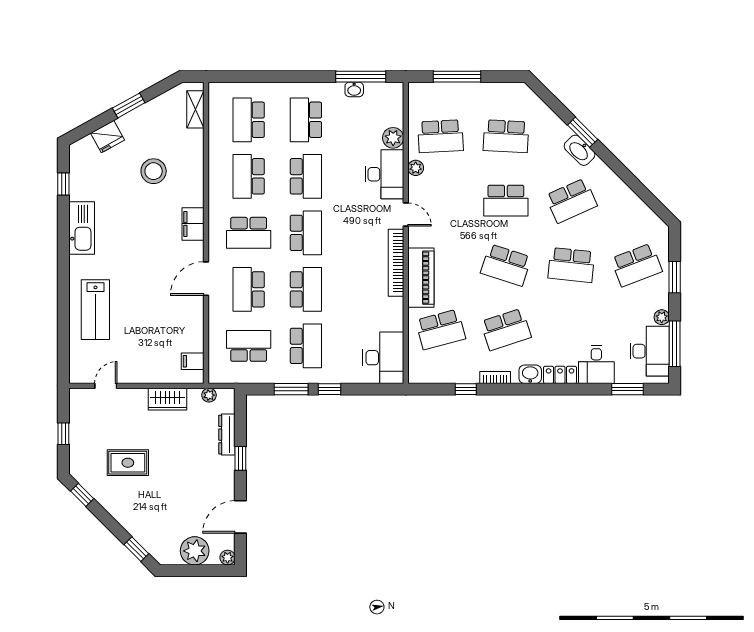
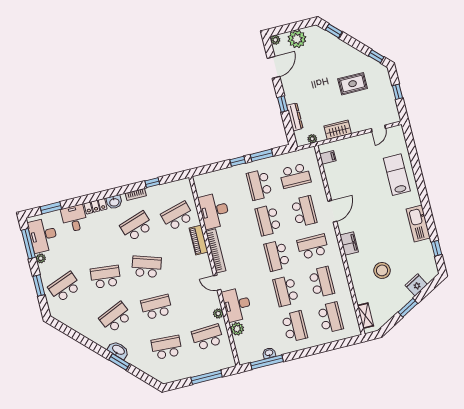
piano: (421, 278) -> (199, 240), width x0.73, depth x0.75
desk: (383, 358) -> (214, 211), moved

